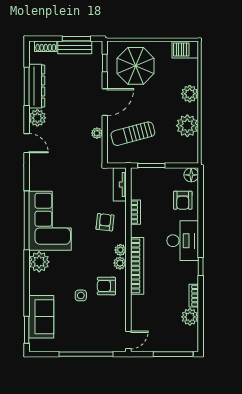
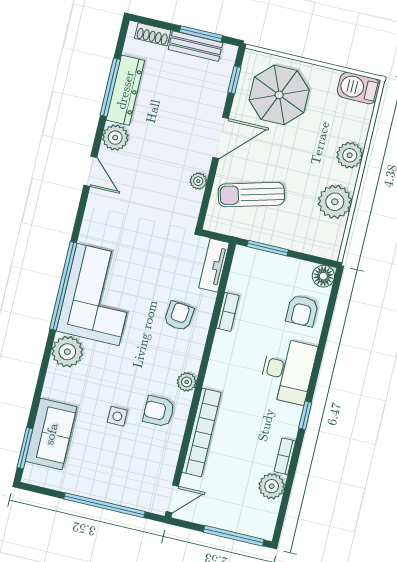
plant: (120, 250) -> (192, 363), removed
bookcase: (137, 266) -> (202, 432), moved

